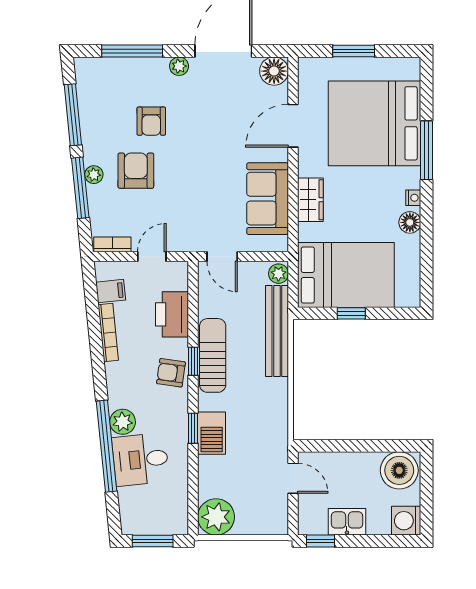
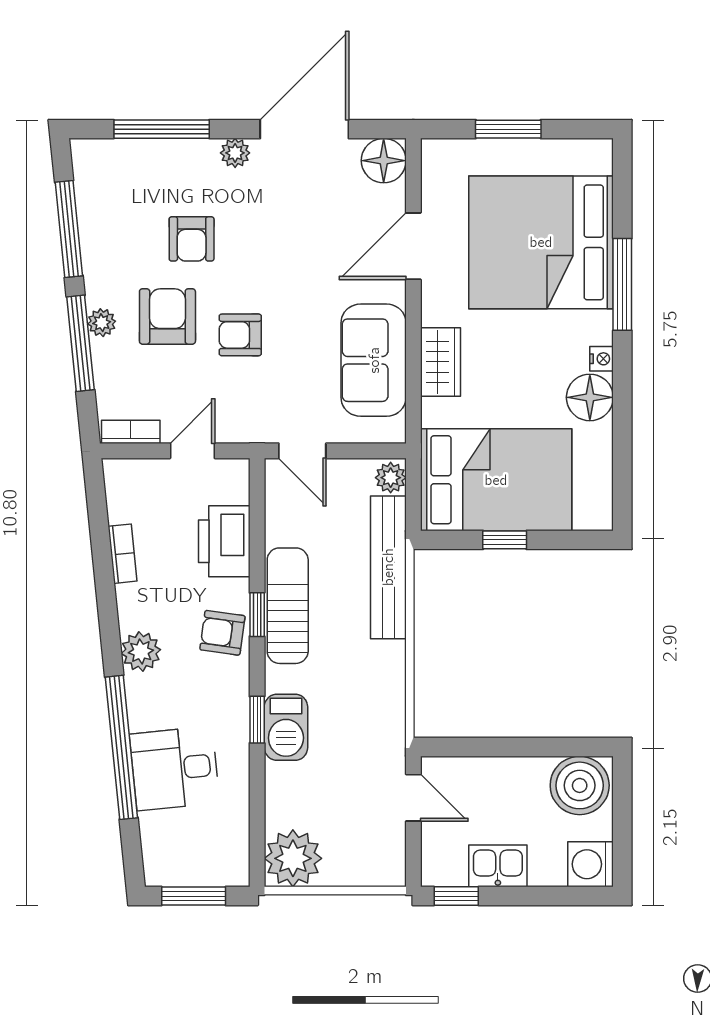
armchair: (182, 182) -> (240, 335), added
floor lamp: (410, 222) -> (590, 397), width x1.38, depth x1.38
filing cabinet: (111, 291) -> (128, 505), removed
bookcase: (108, 333) -> (123, 554), width x0.64
plant: (123, 422) -> (141, 652), moved

